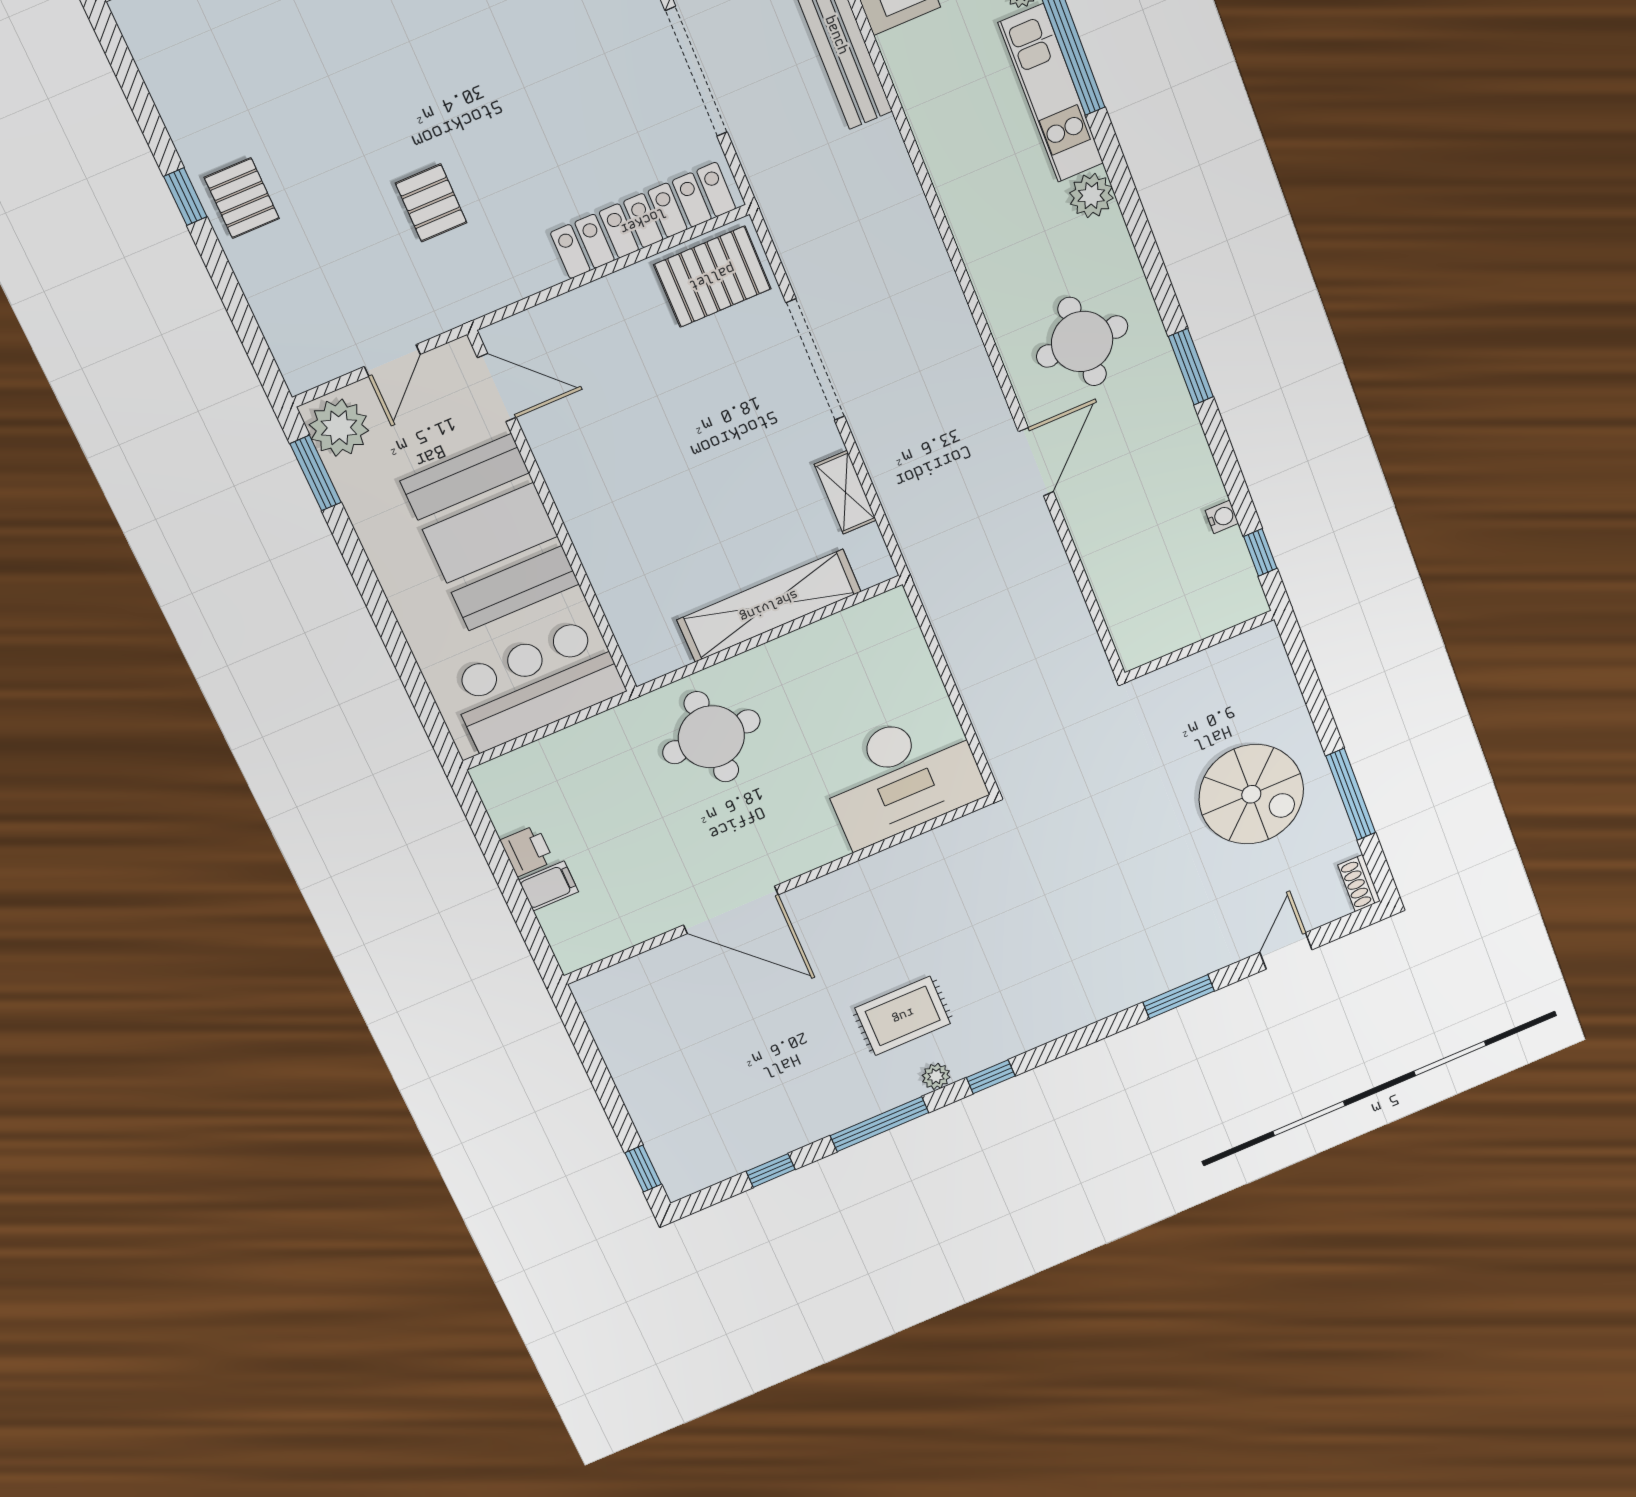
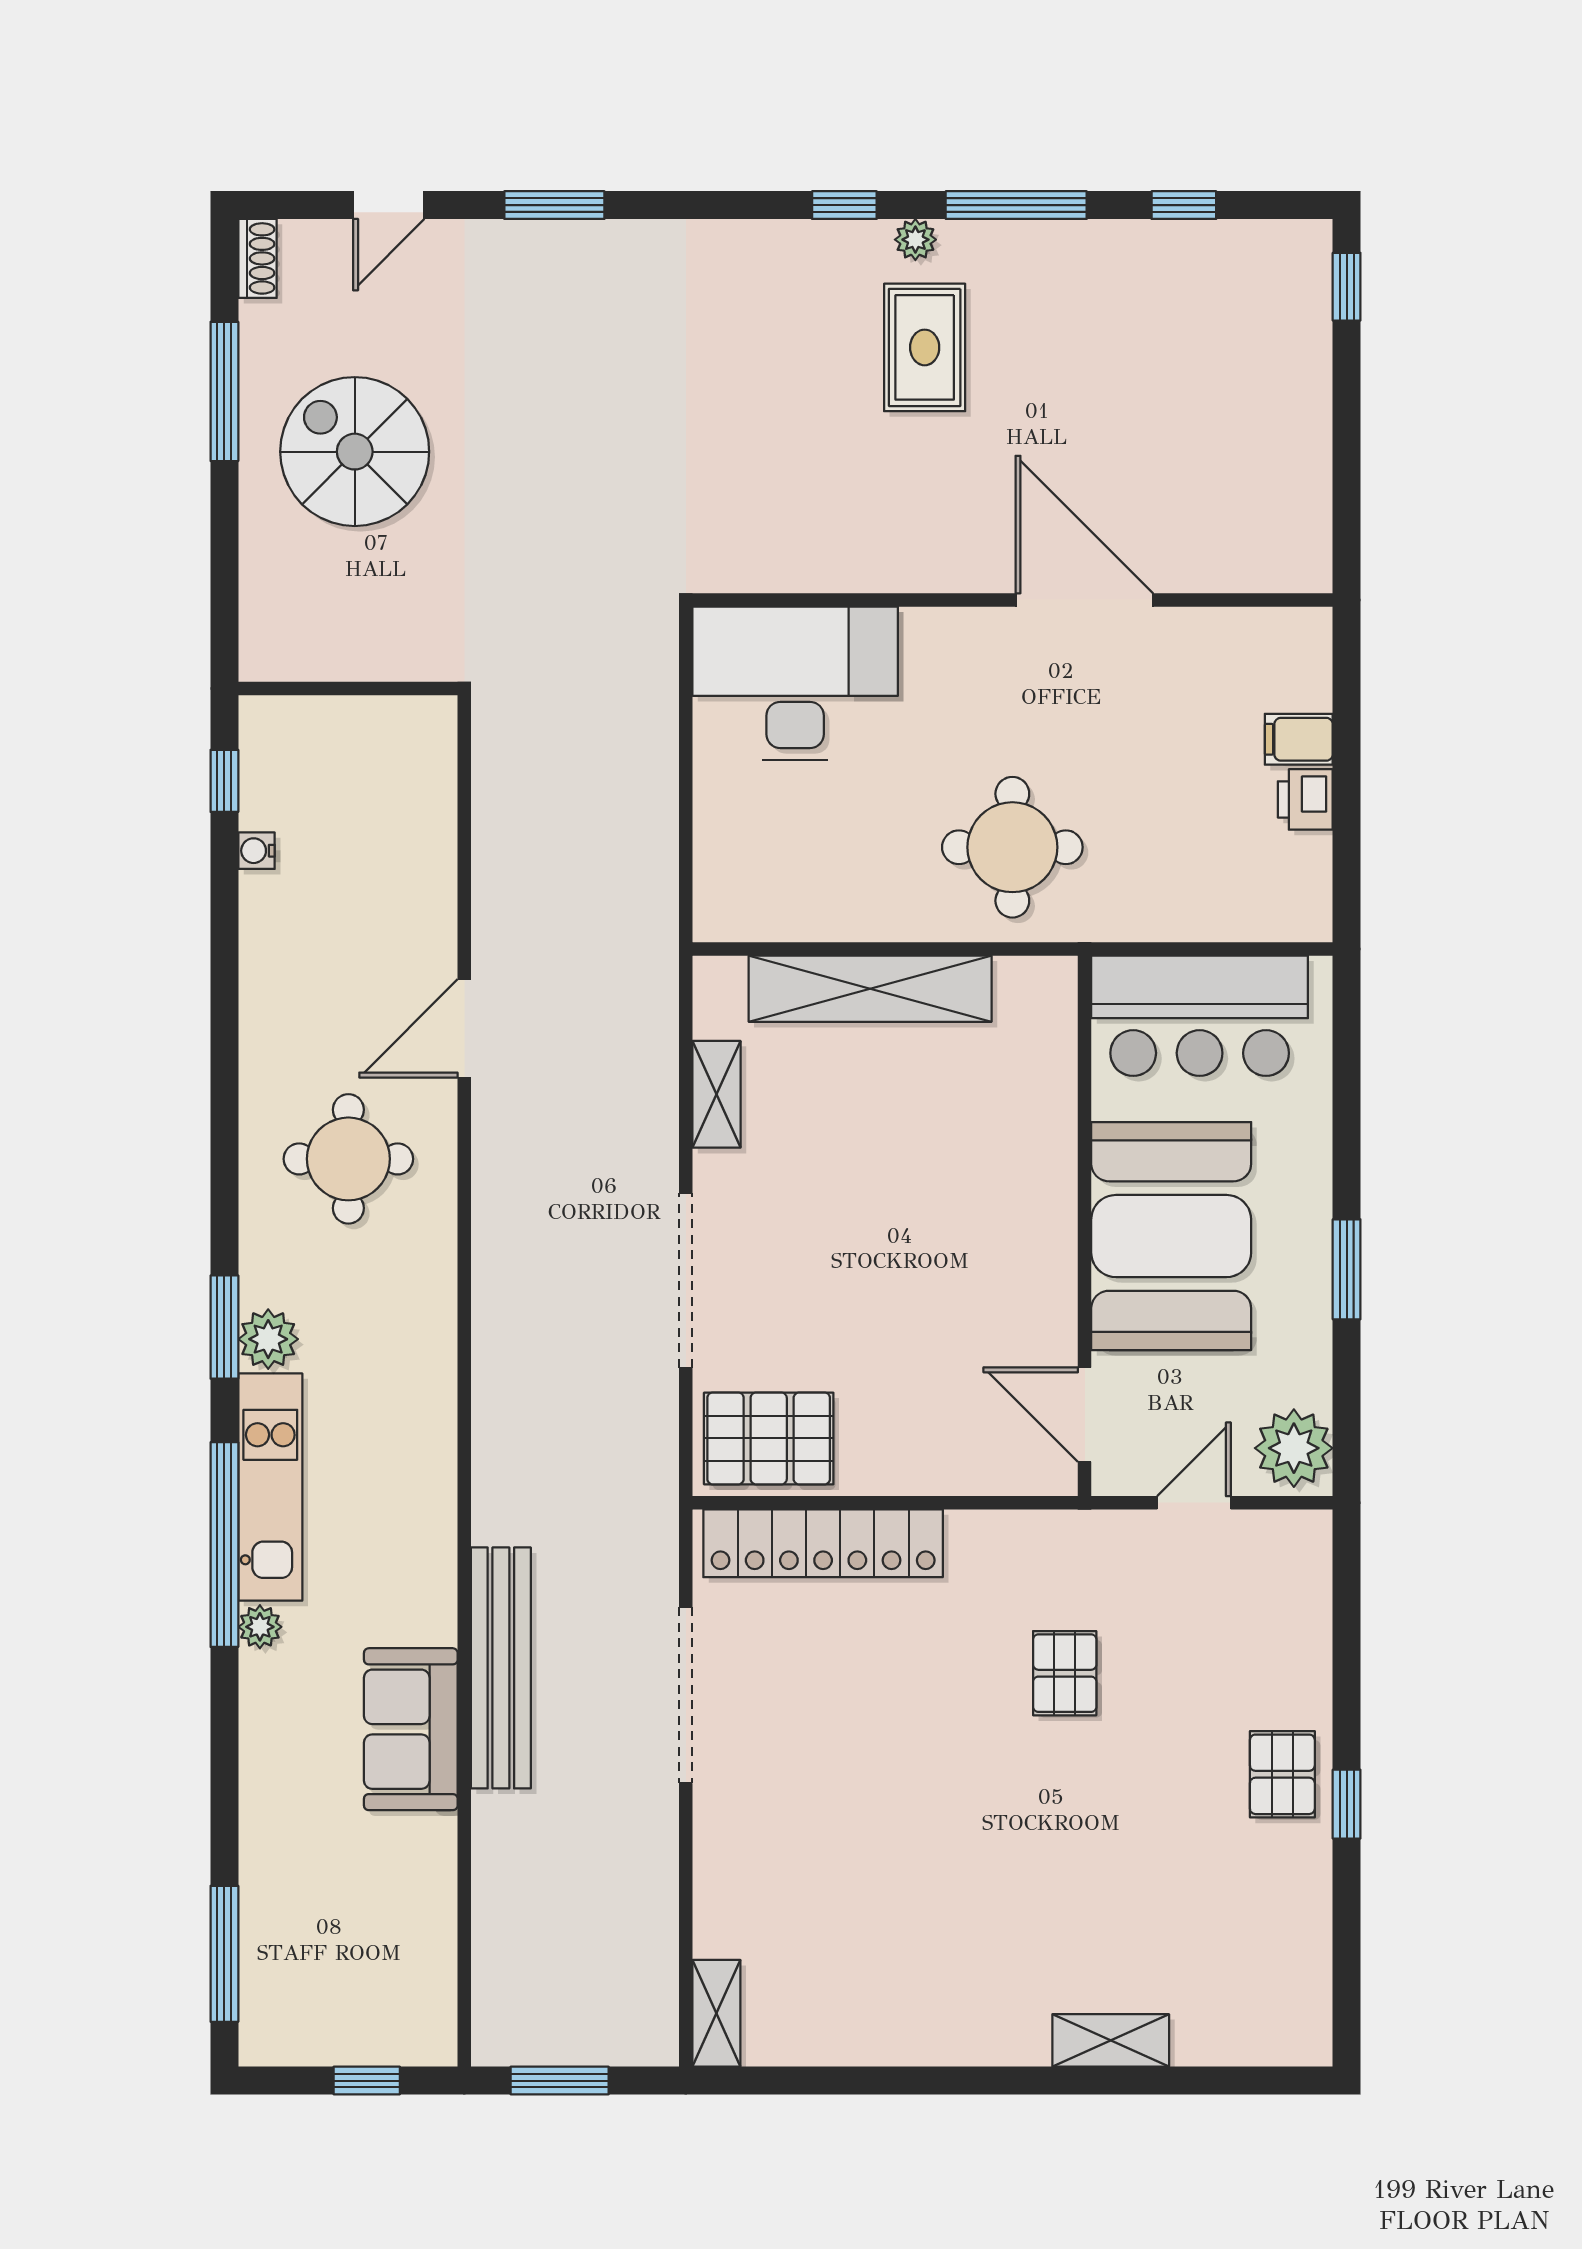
window: (1191, 367) -> (224, 1327), moved
window: (316, 473) -> (1347, 1269), moved
rug: (903, 1016) -> (925, 347), turned 90

